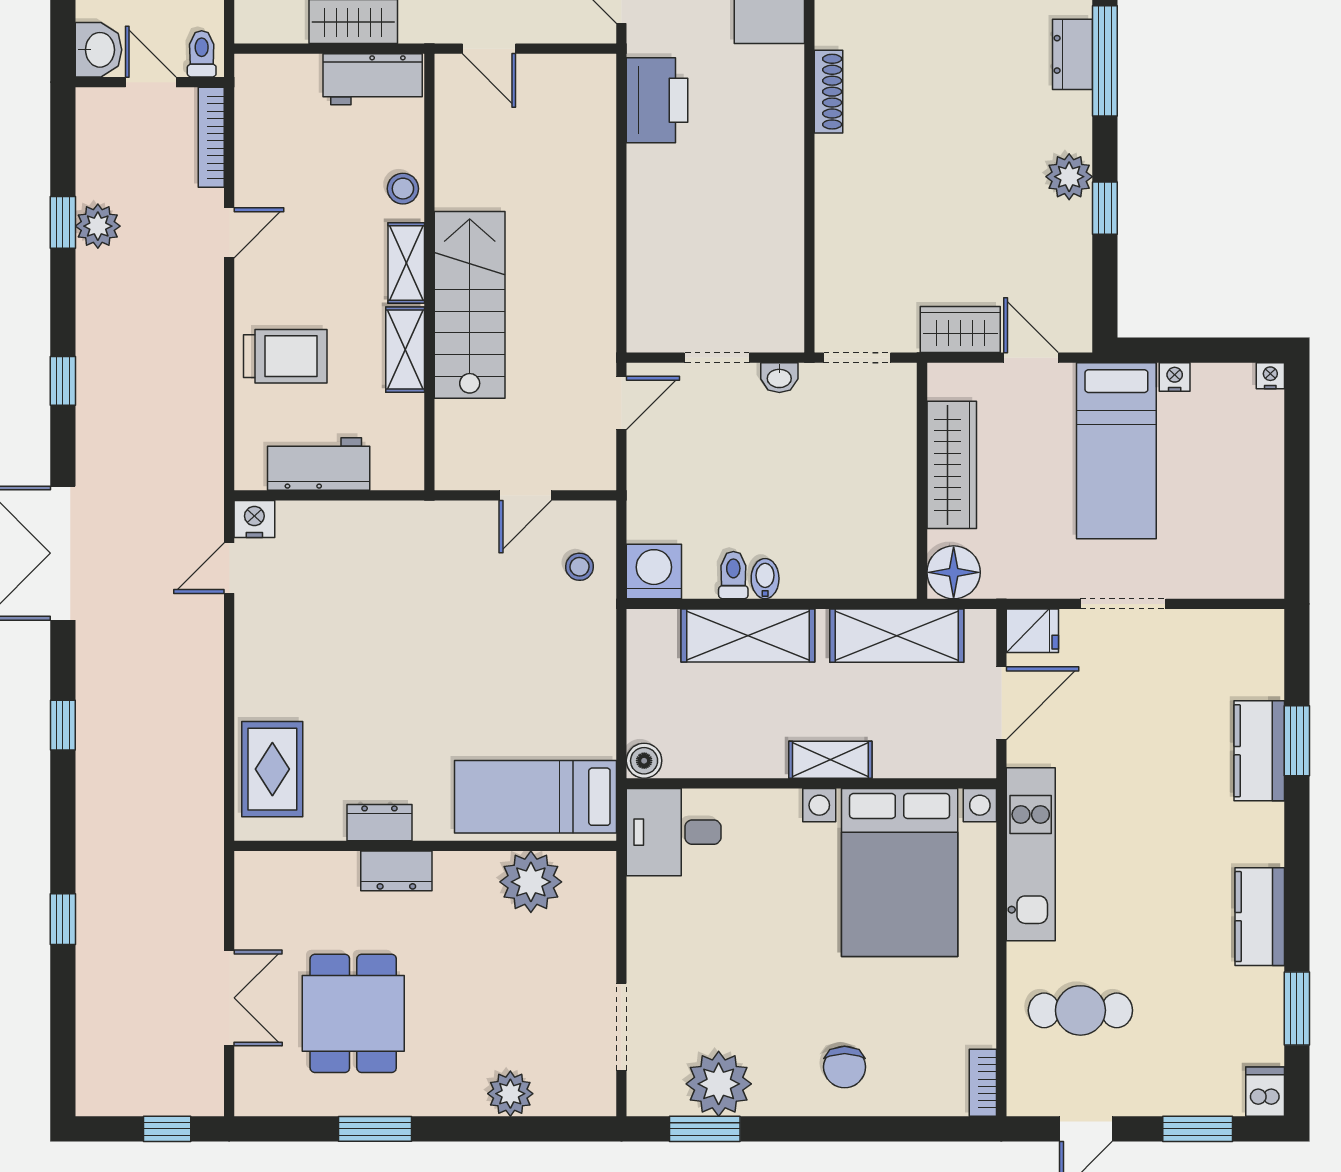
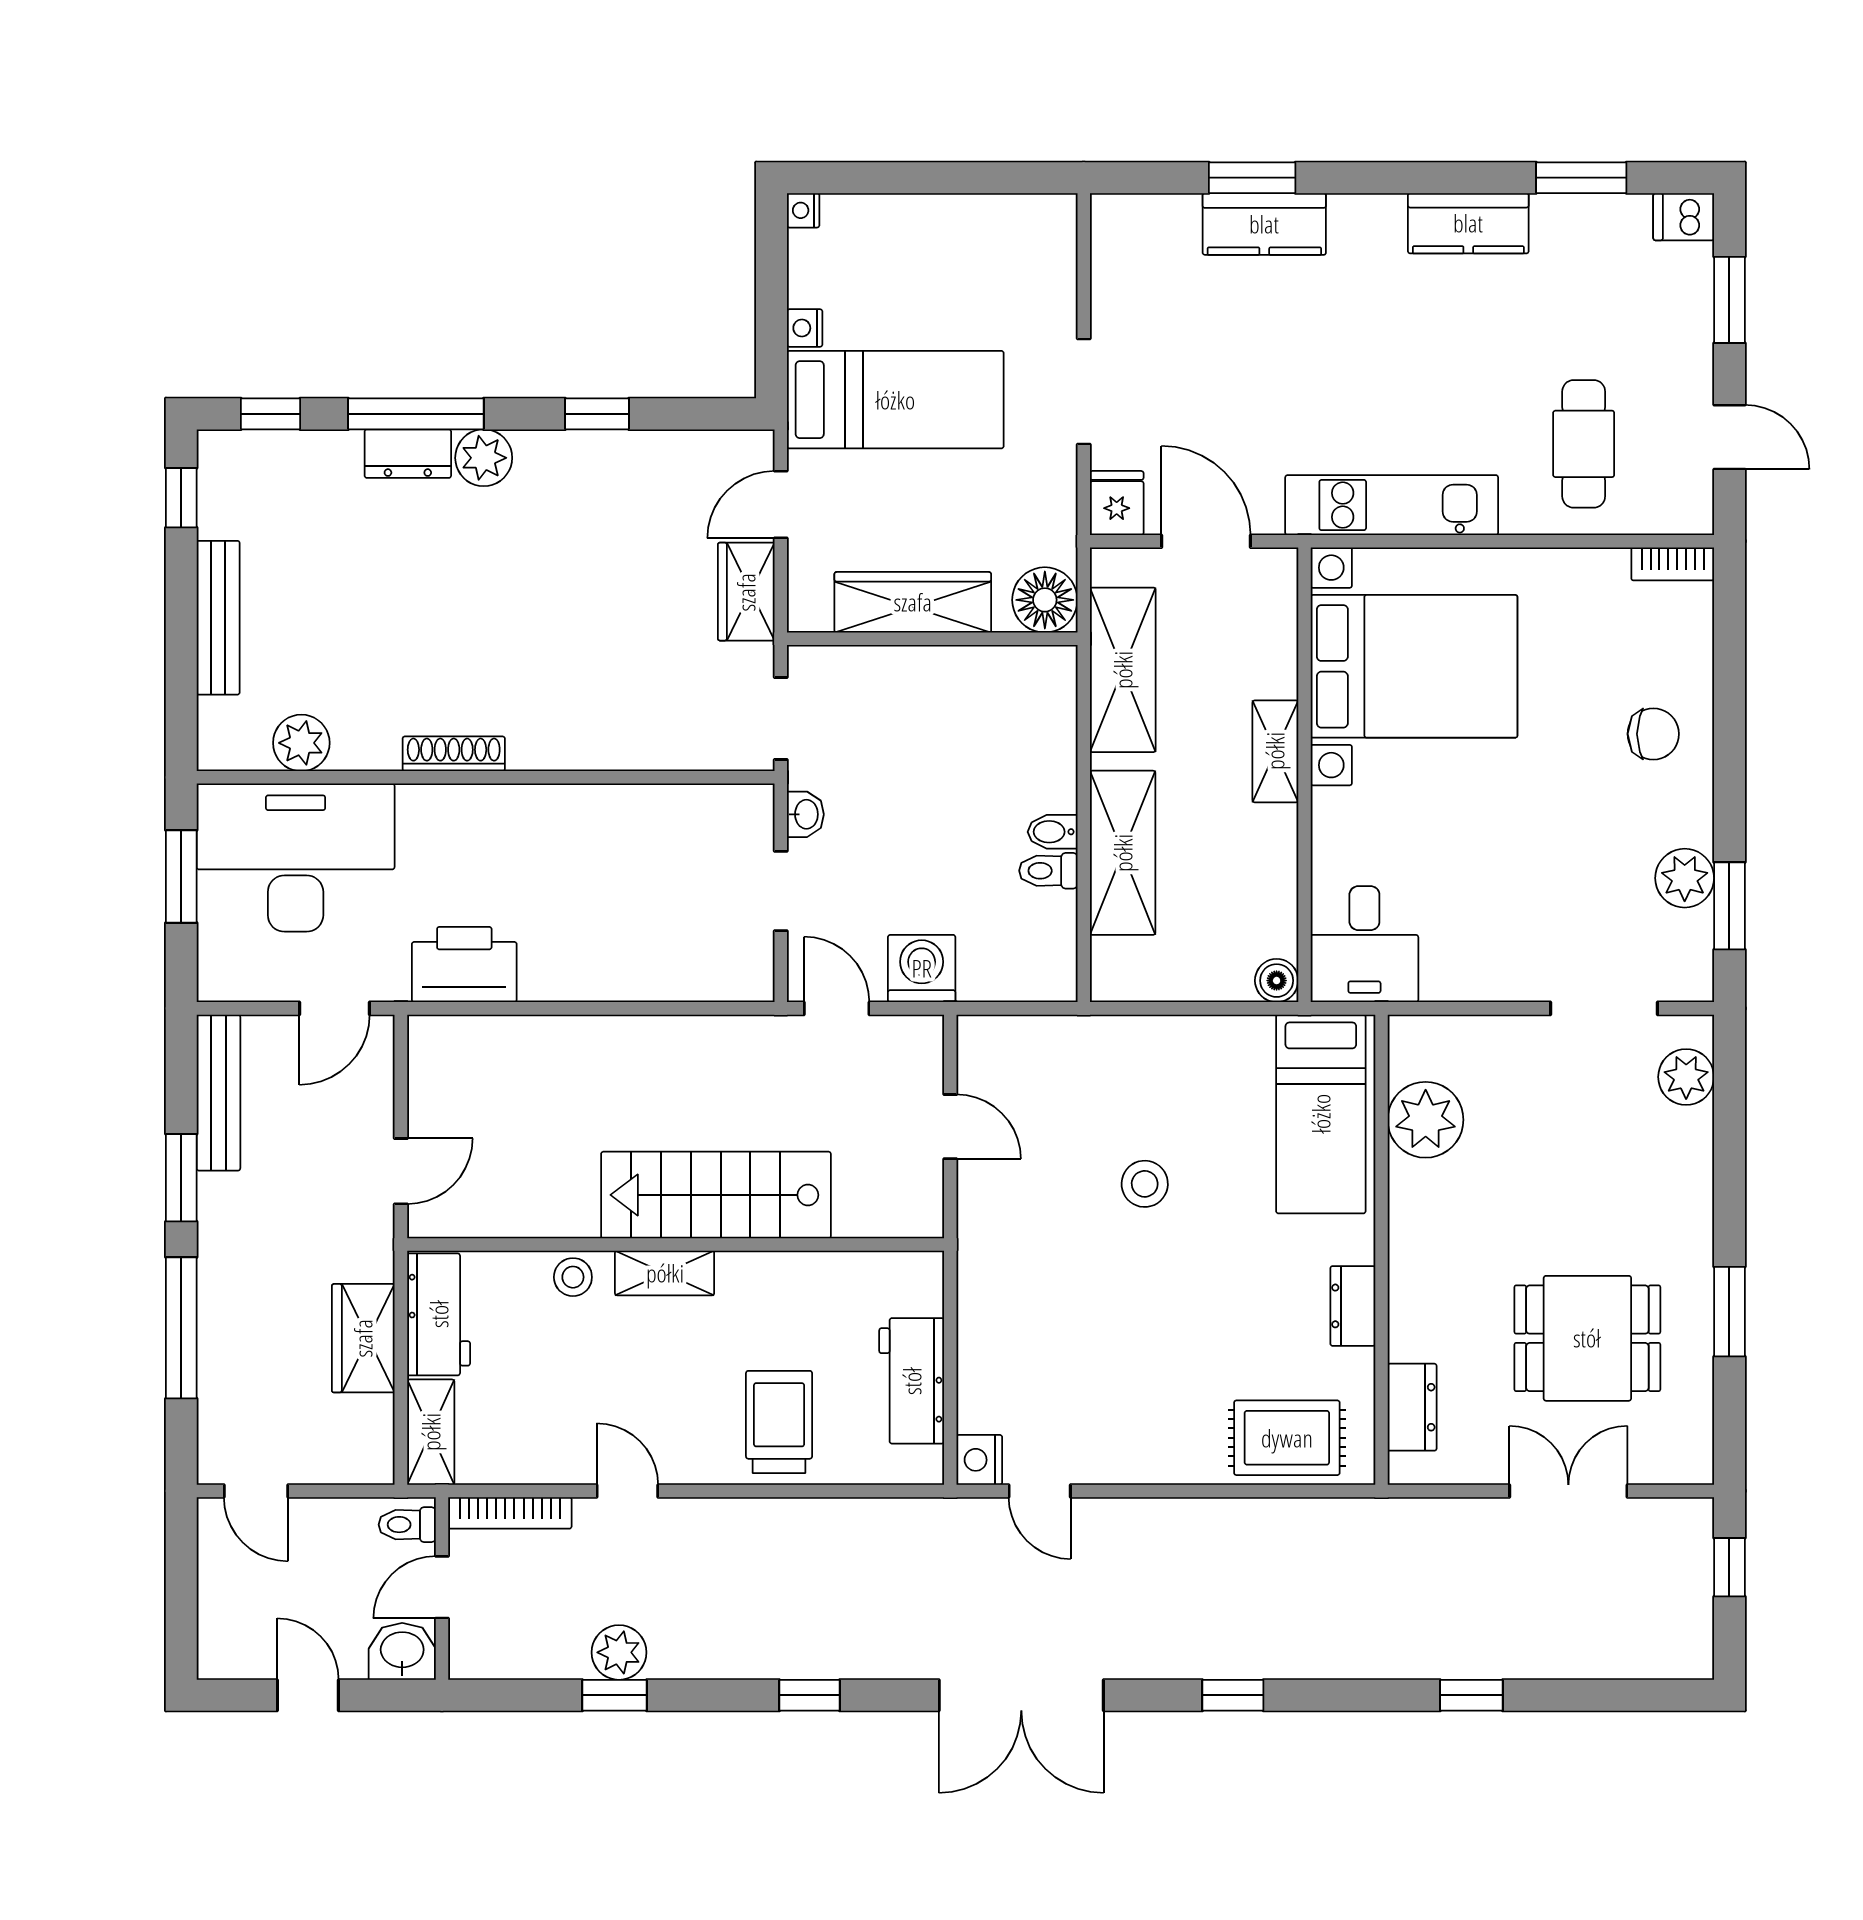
plant: (1069, 177) -> (484, 458), moved
shelving: (405, 350) -> (431, 1432), moved, turned 90
stool: (580, 567) -> (1145, 1184), moved, width x1.37, depth x1.37
washing machine: (654, 571) -> (922, 968), moved, turned 90
dresser: (396, 871) -> (1412, 1407), moved
plant: (719, 1084) -> (1685, 878), width x0.73, depth x0.73
plant: (510, 1094) -> (1686, 1077), moved

